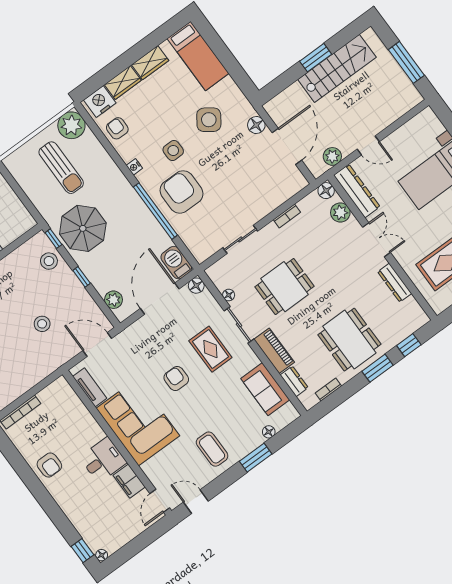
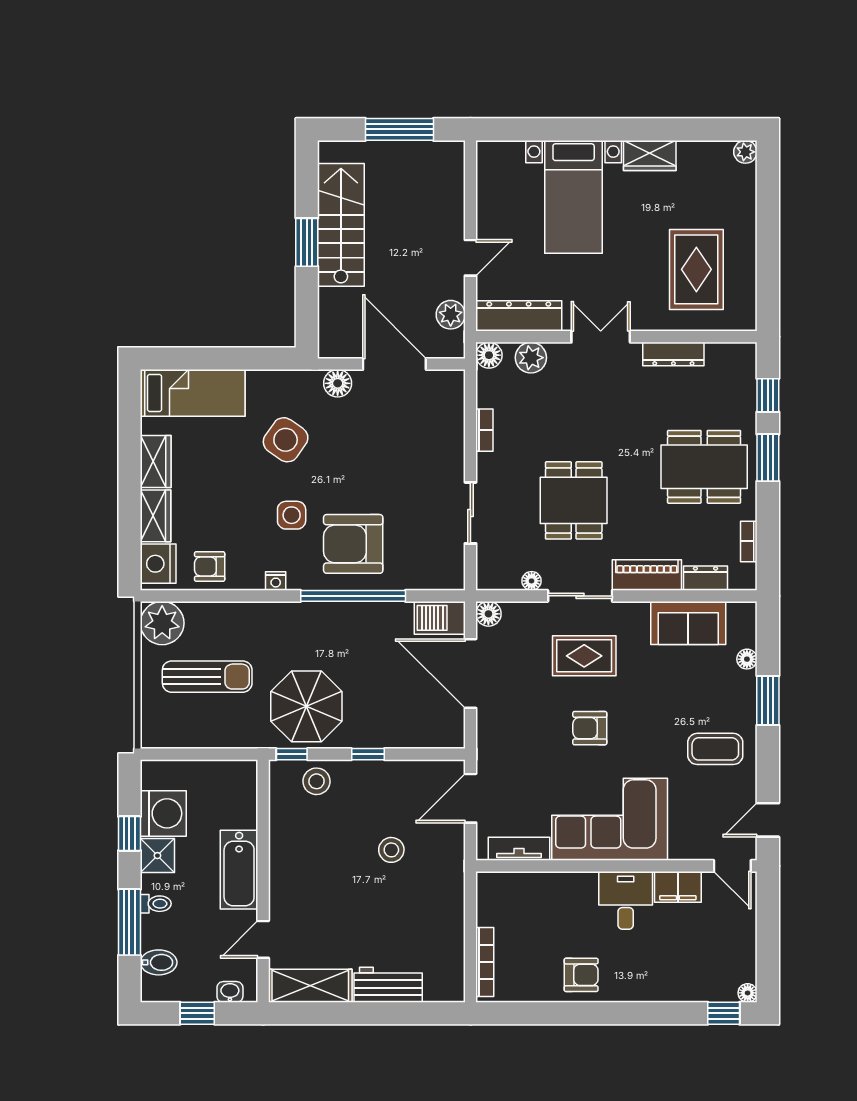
plant: (114, 300) -> (428, 734), removed

